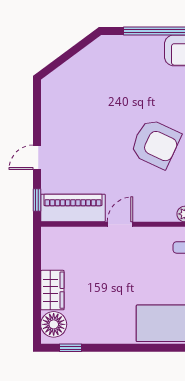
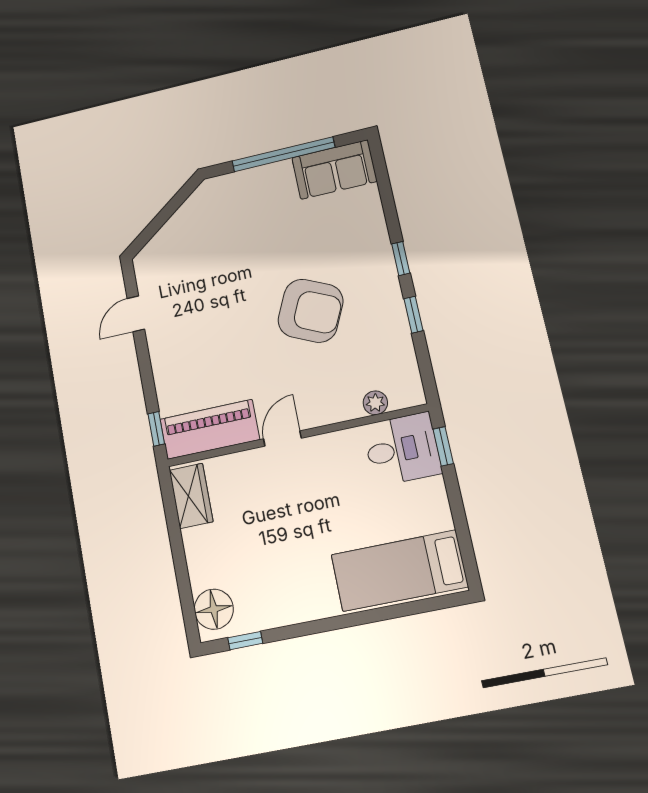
door: (37, 157) -> (136, 314), moved
wardrobe: (52, 290) -> (191, 496), moved

